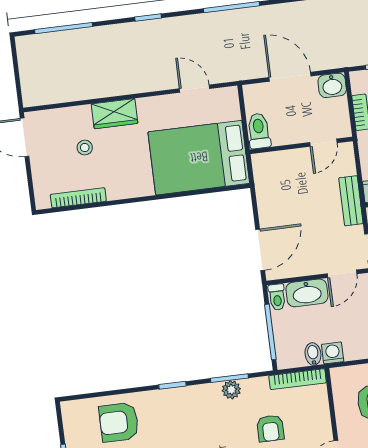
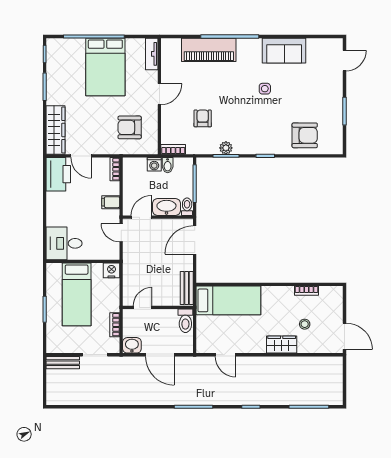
bed: (199, 158) -> (228, 300), width x0.67
bookcase: (78, 198) -> (307, 291), width x0.64
bench: (351, 201) -> (187, 288), moved
bookcase: (298, 379) -> (173, 149), width x0.64

